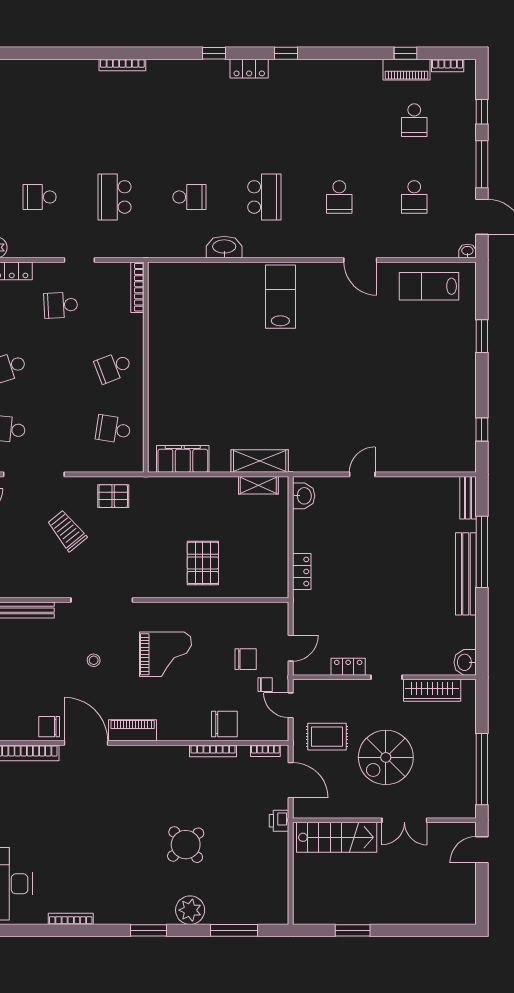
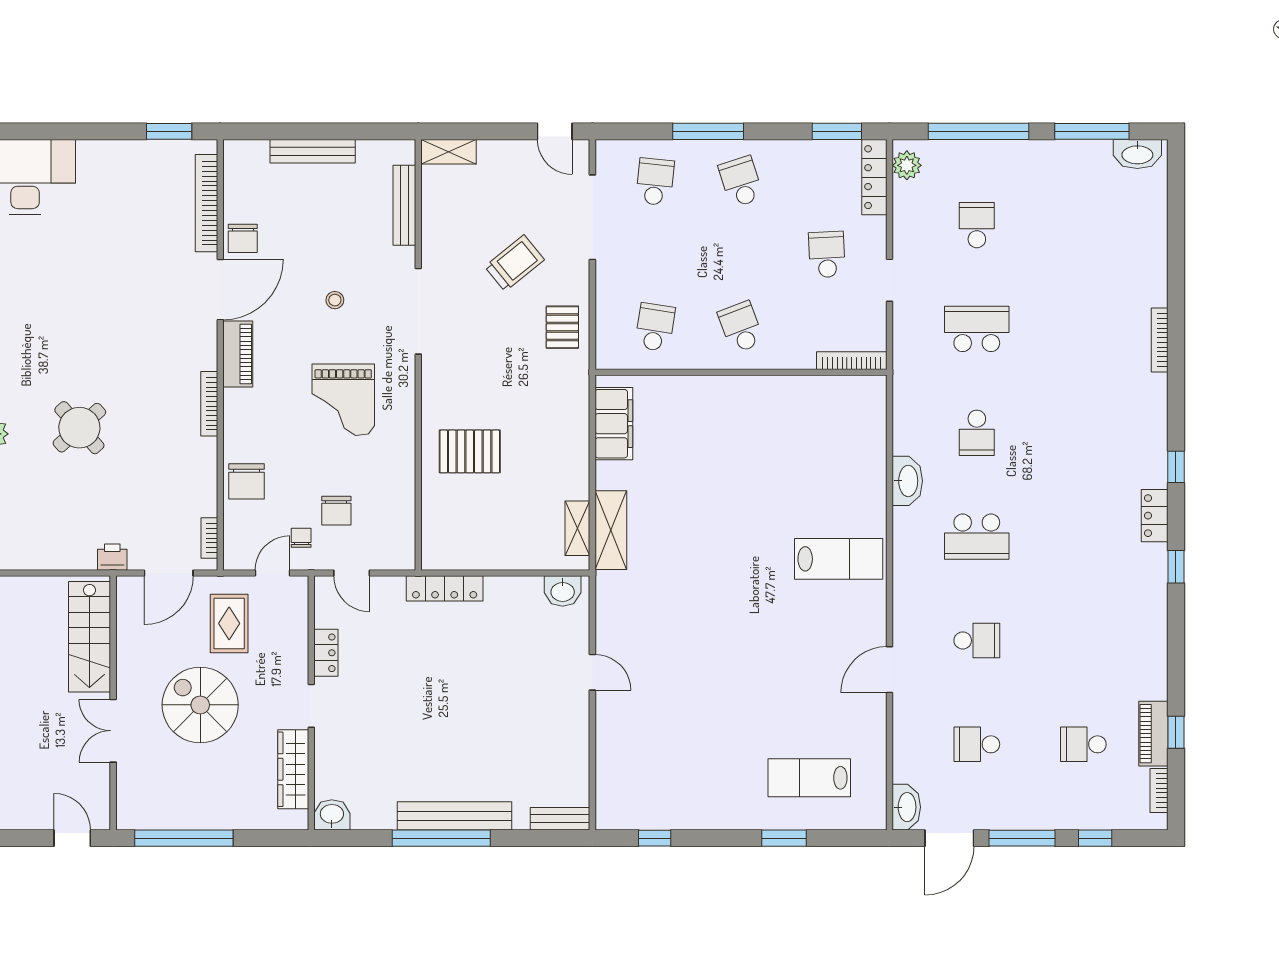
school desk: (339, 197) -> (977, 640), turned 180
washbasin: (467, 251) -> (906, 807), width x1.91, depth x1.45
lab bench: (429, 286) -> (809, 778), moved, turned -90
window: (482, 552) -> (441, 838), moved
locker: (302, 571) -> (445, 588), width x1.53
chair: (265, 685) -> (301, 538), turned 180
chair: (49, 727) -> (243, 238), turned 180
bookcase: (213, 751) -> (209, 404), moved

